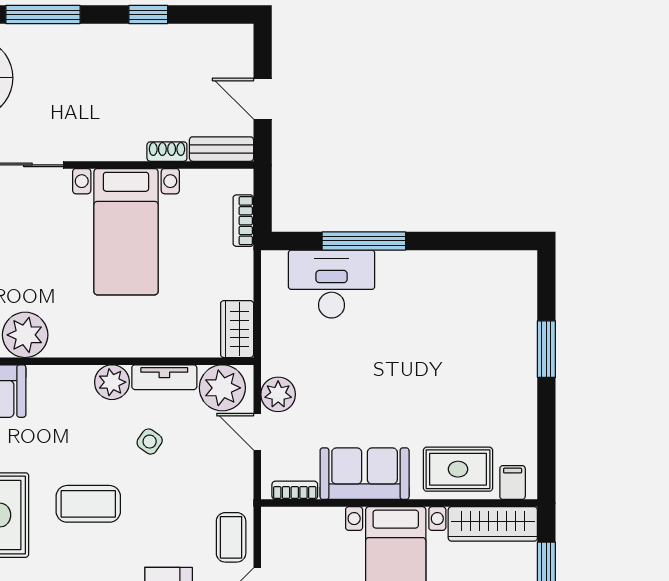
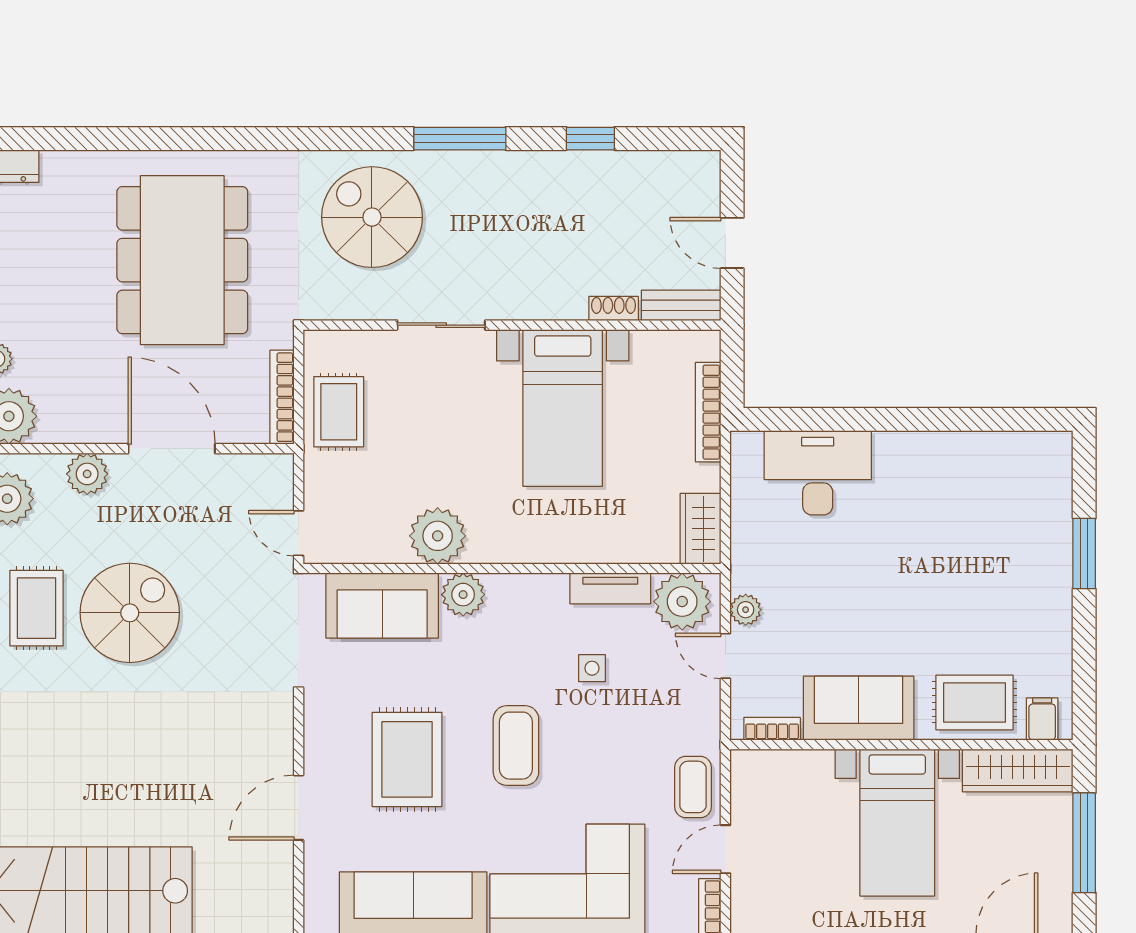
bookcase: (243, 221) -> (708, 412), width x1.56
window: (364, 241) -> (858, 419), removed
plant: (112, 382) -> (463, 595), moved
plant: (278, 394) -> (746, 610), width x0.73, depth x0.73
side table: (150, 442) -> (592, 668), turned -35
coffee table: (88, 504) -> (516, 746), turned 90

